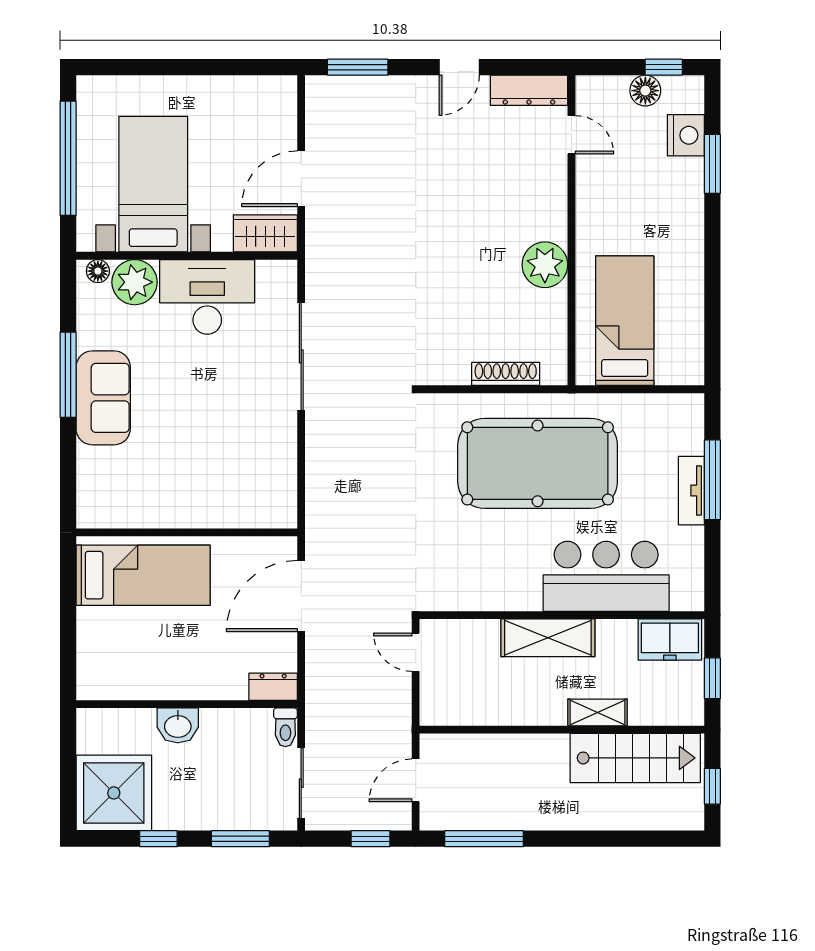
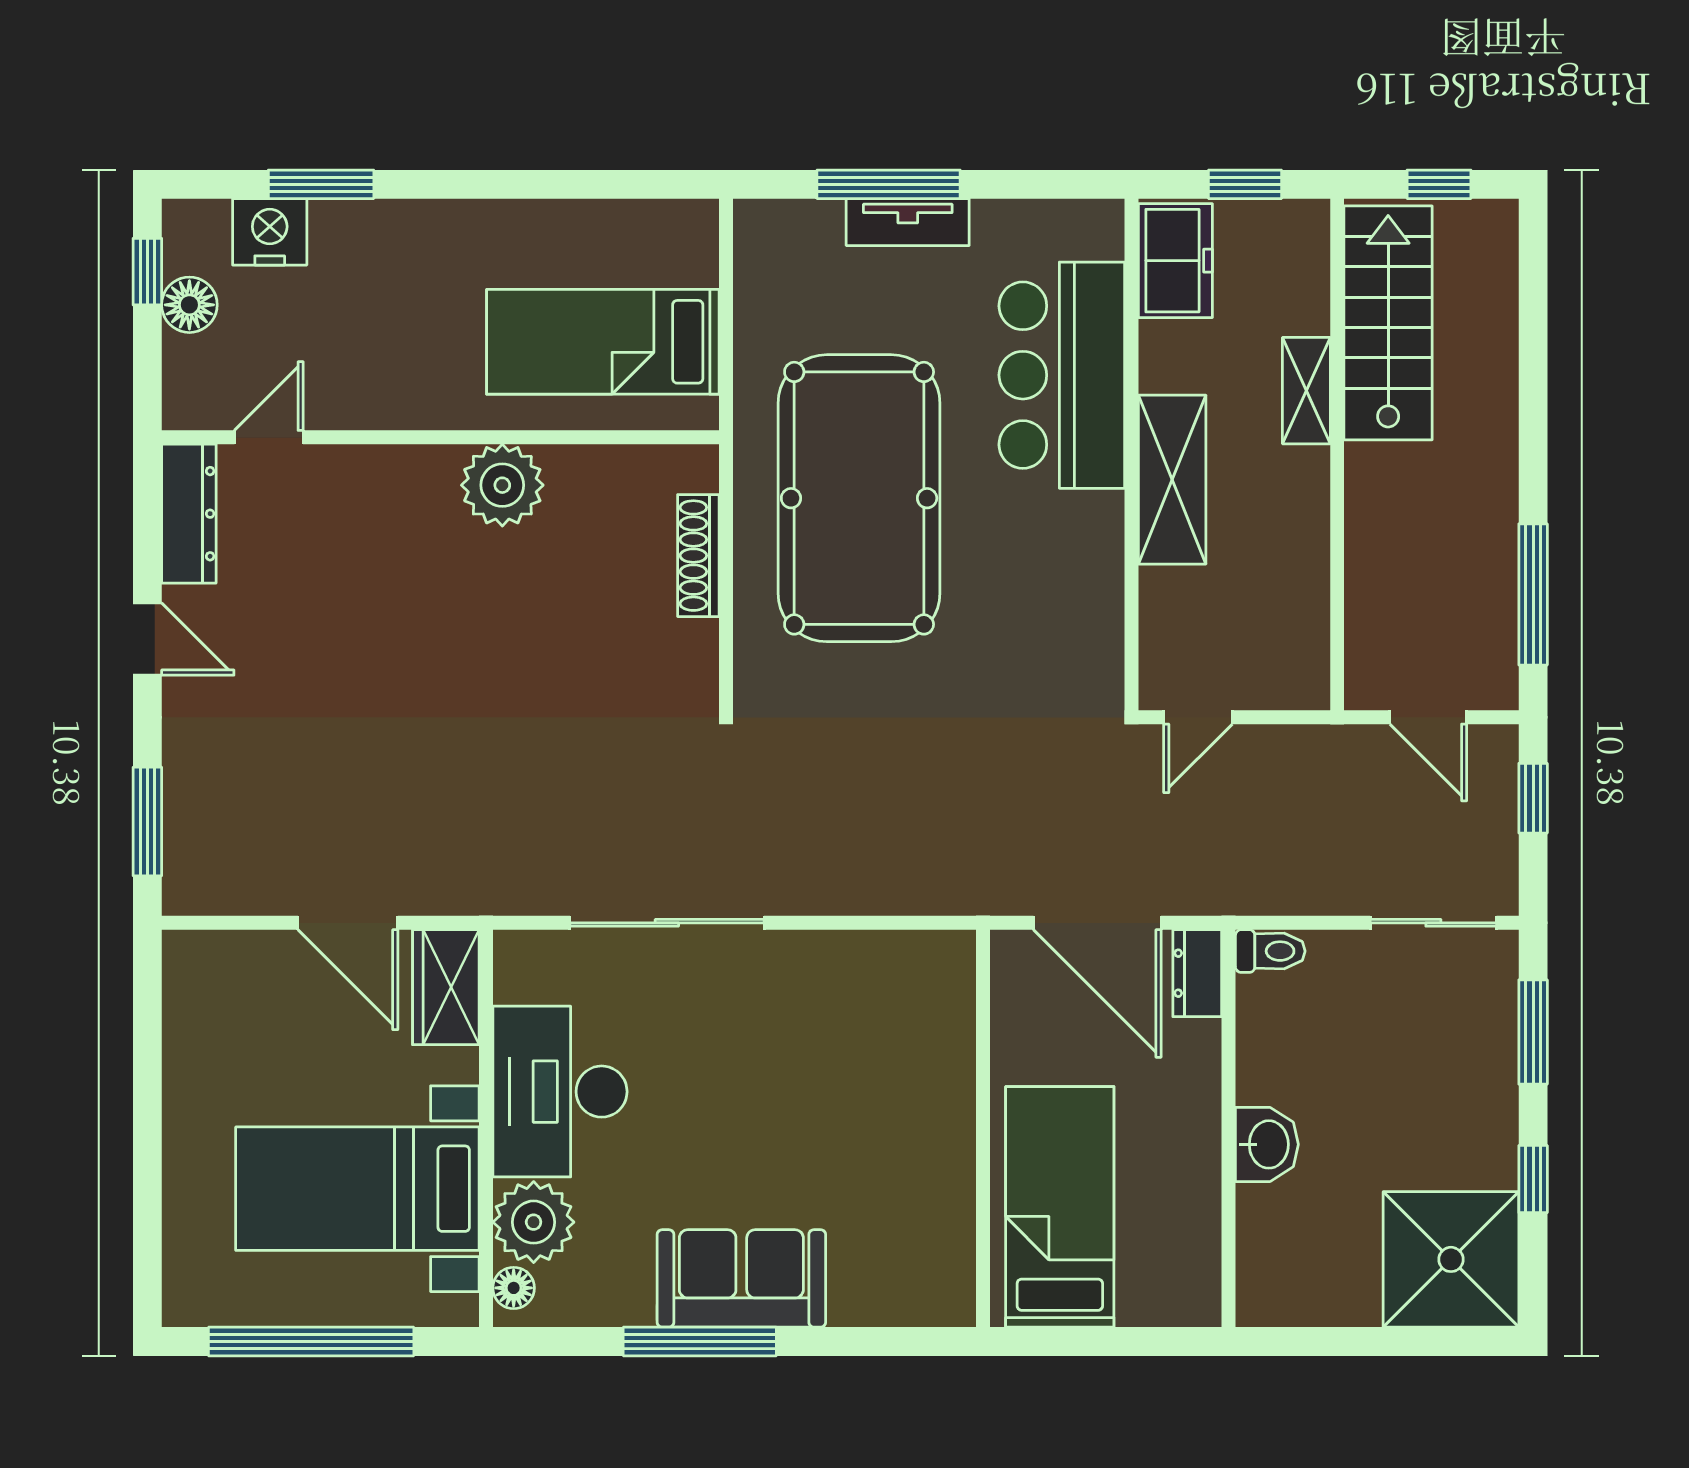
dresser: (273, 687) -> (1197, 973), moved
wall: (187, 704) -> (1229, 1128), moved
washbasin: (178, 725) -> (1267, 1144), moved
toilet: (285, 727) -> (1270, 951), moved

